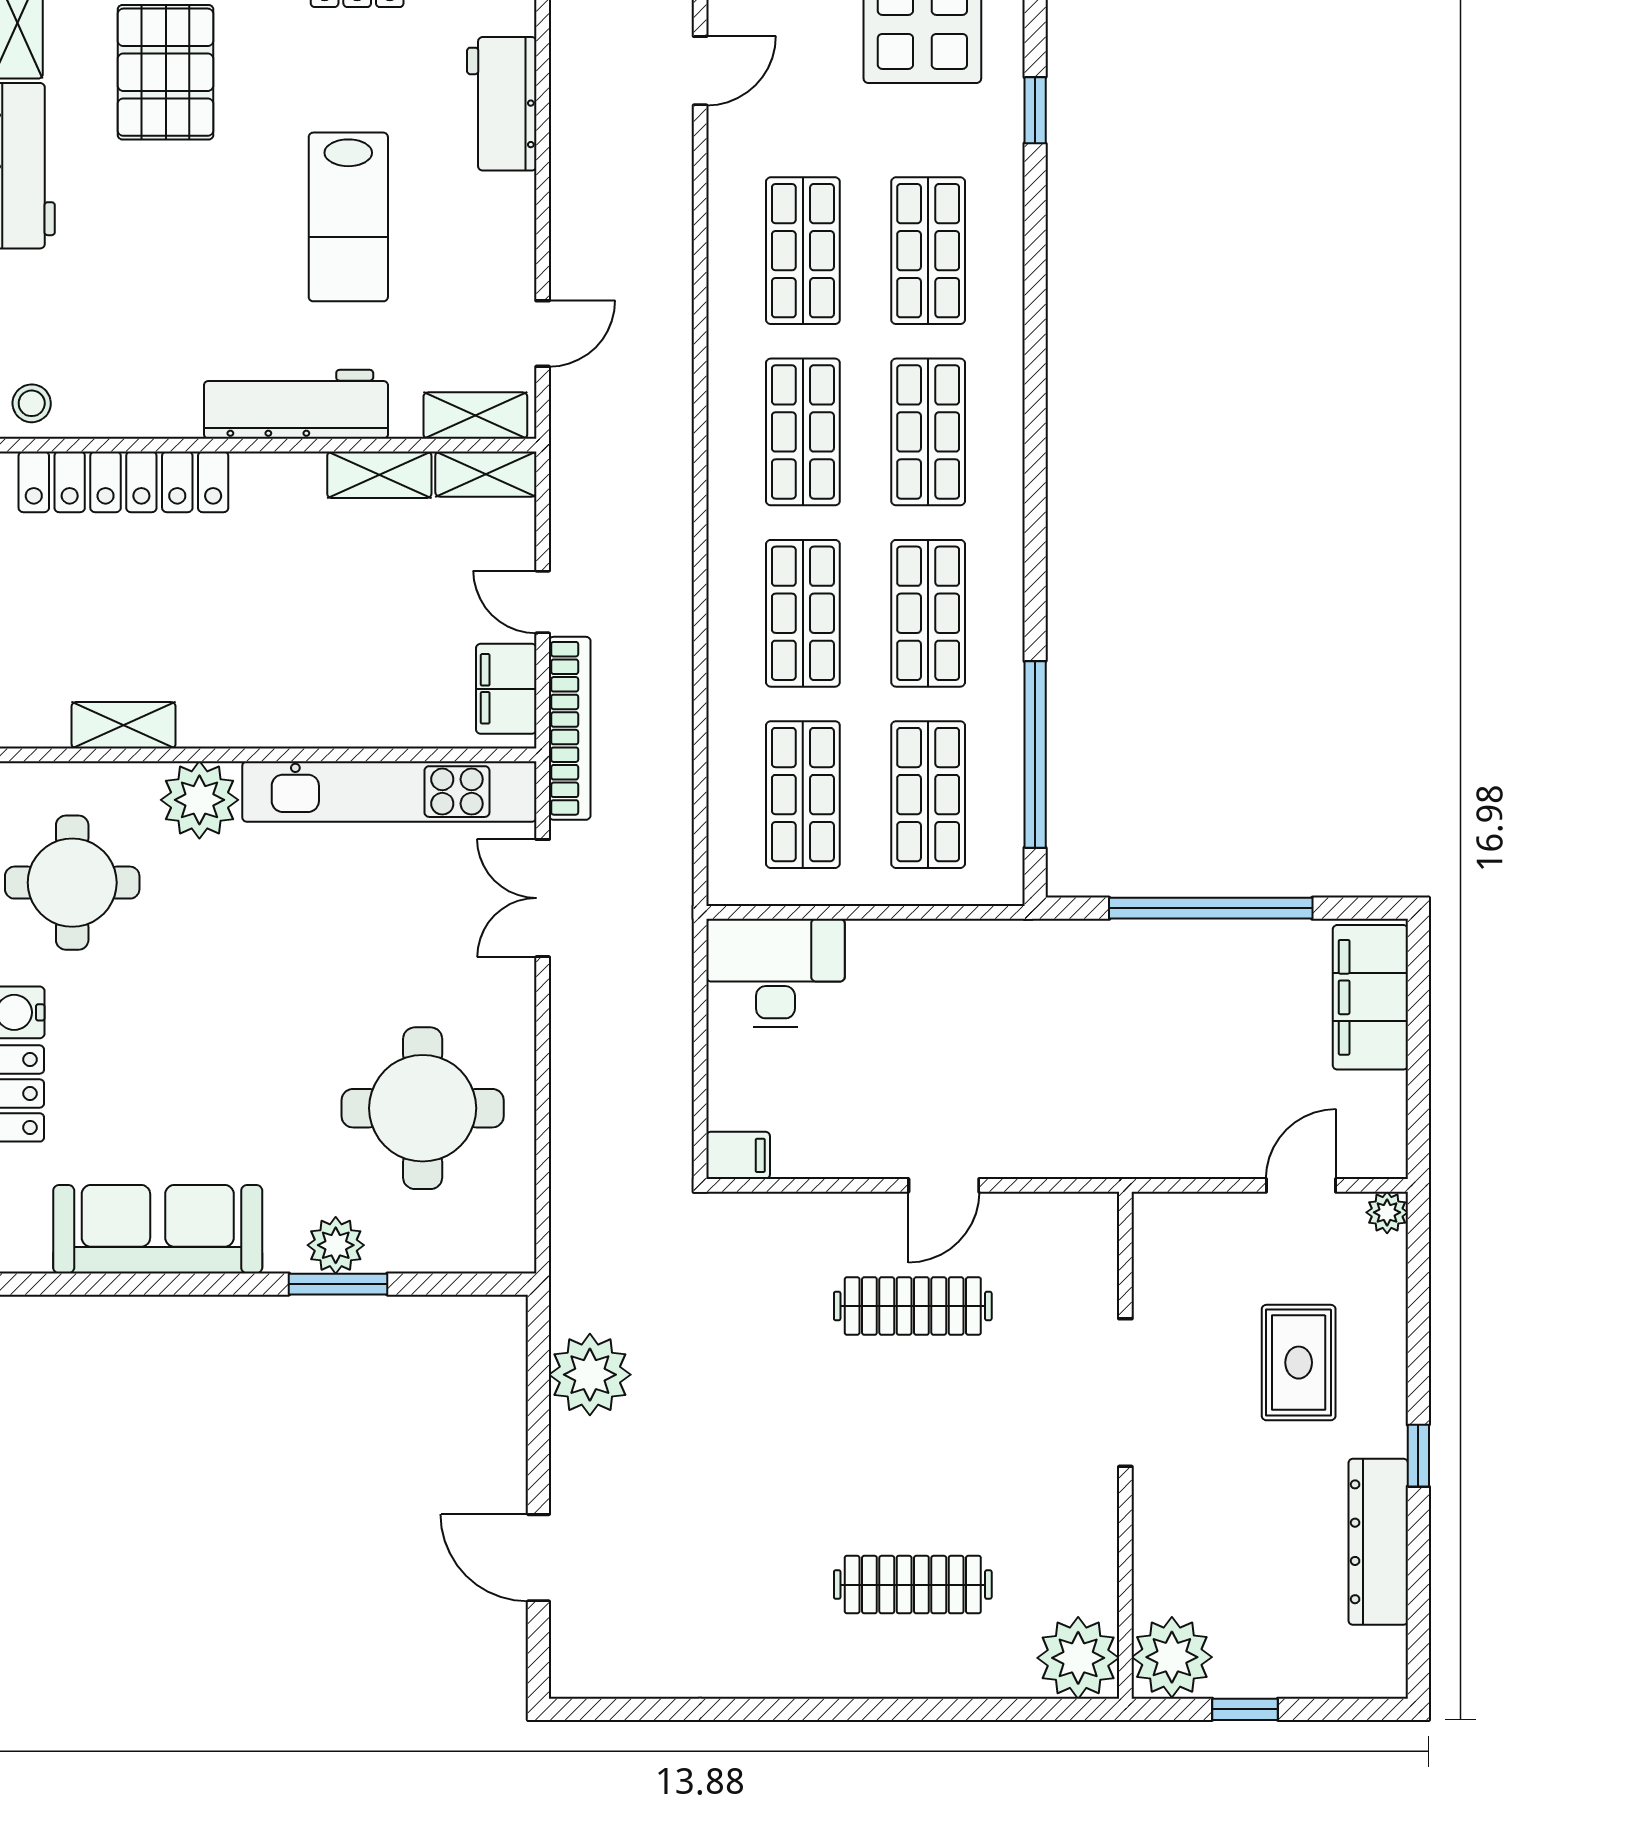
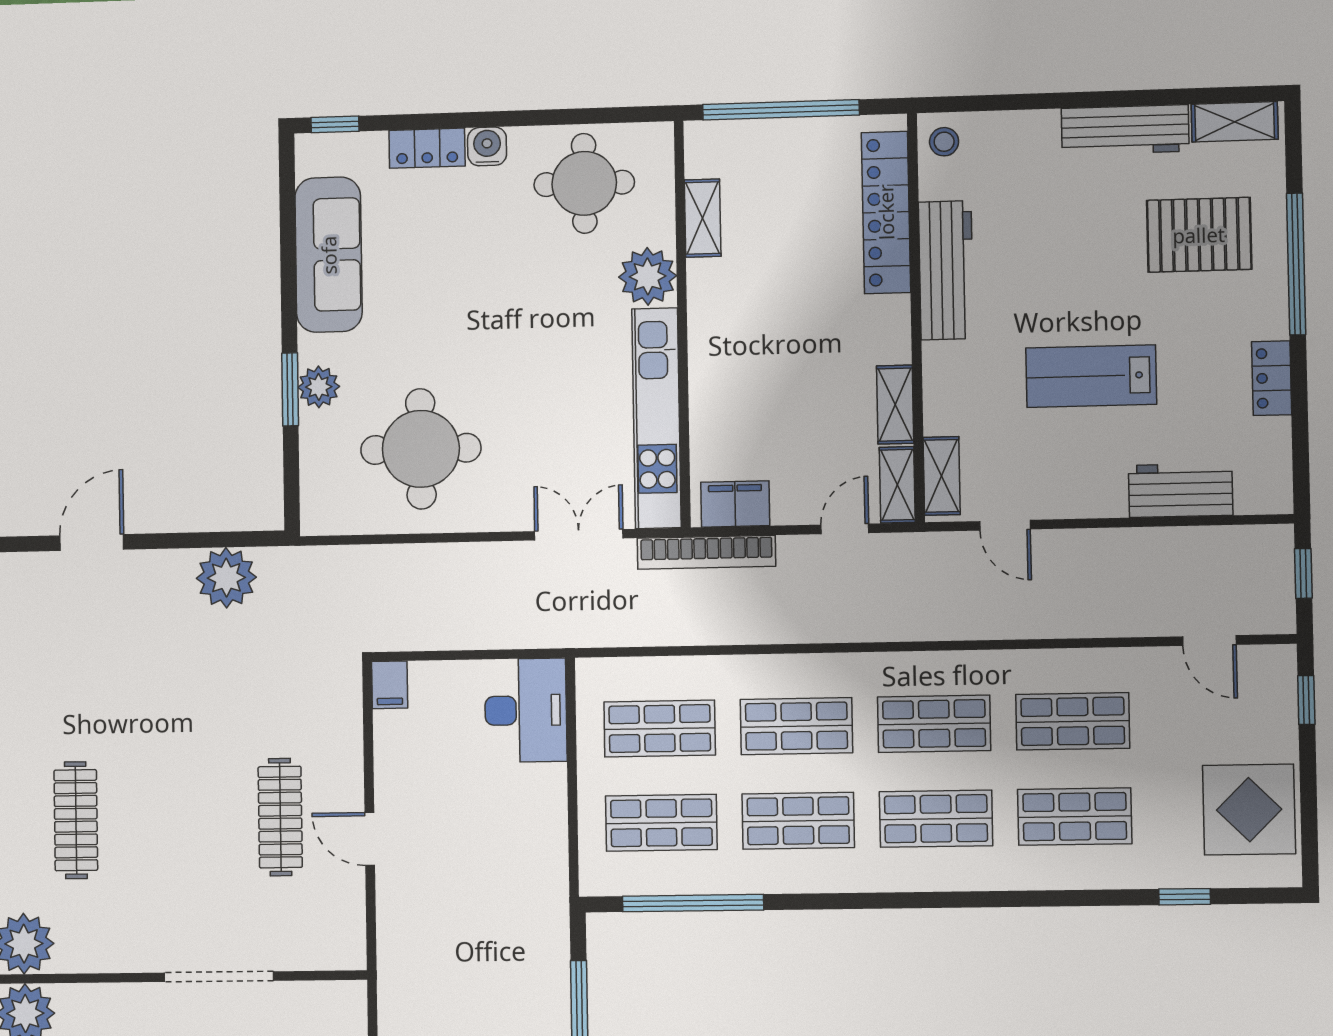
workbench: (296, 404) -> (946, 270), moved
door: (543, 602) -> (845, 529), moved

